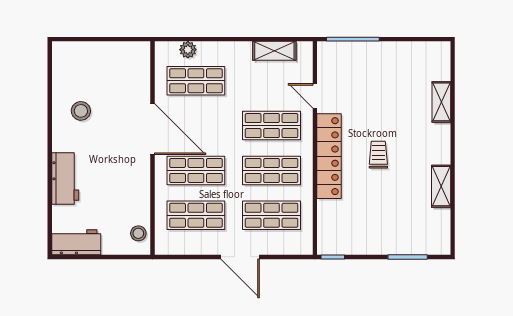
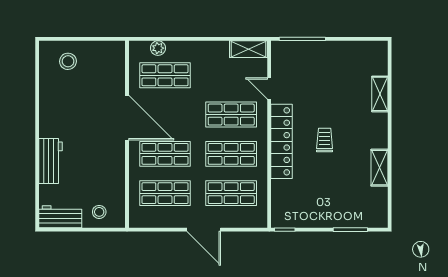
shelving: (274, 51) -> (249, 49), moved
stool: (81, 111) -> (68, 61), moved
stool: (138, 233) -> (99, 212), moved

